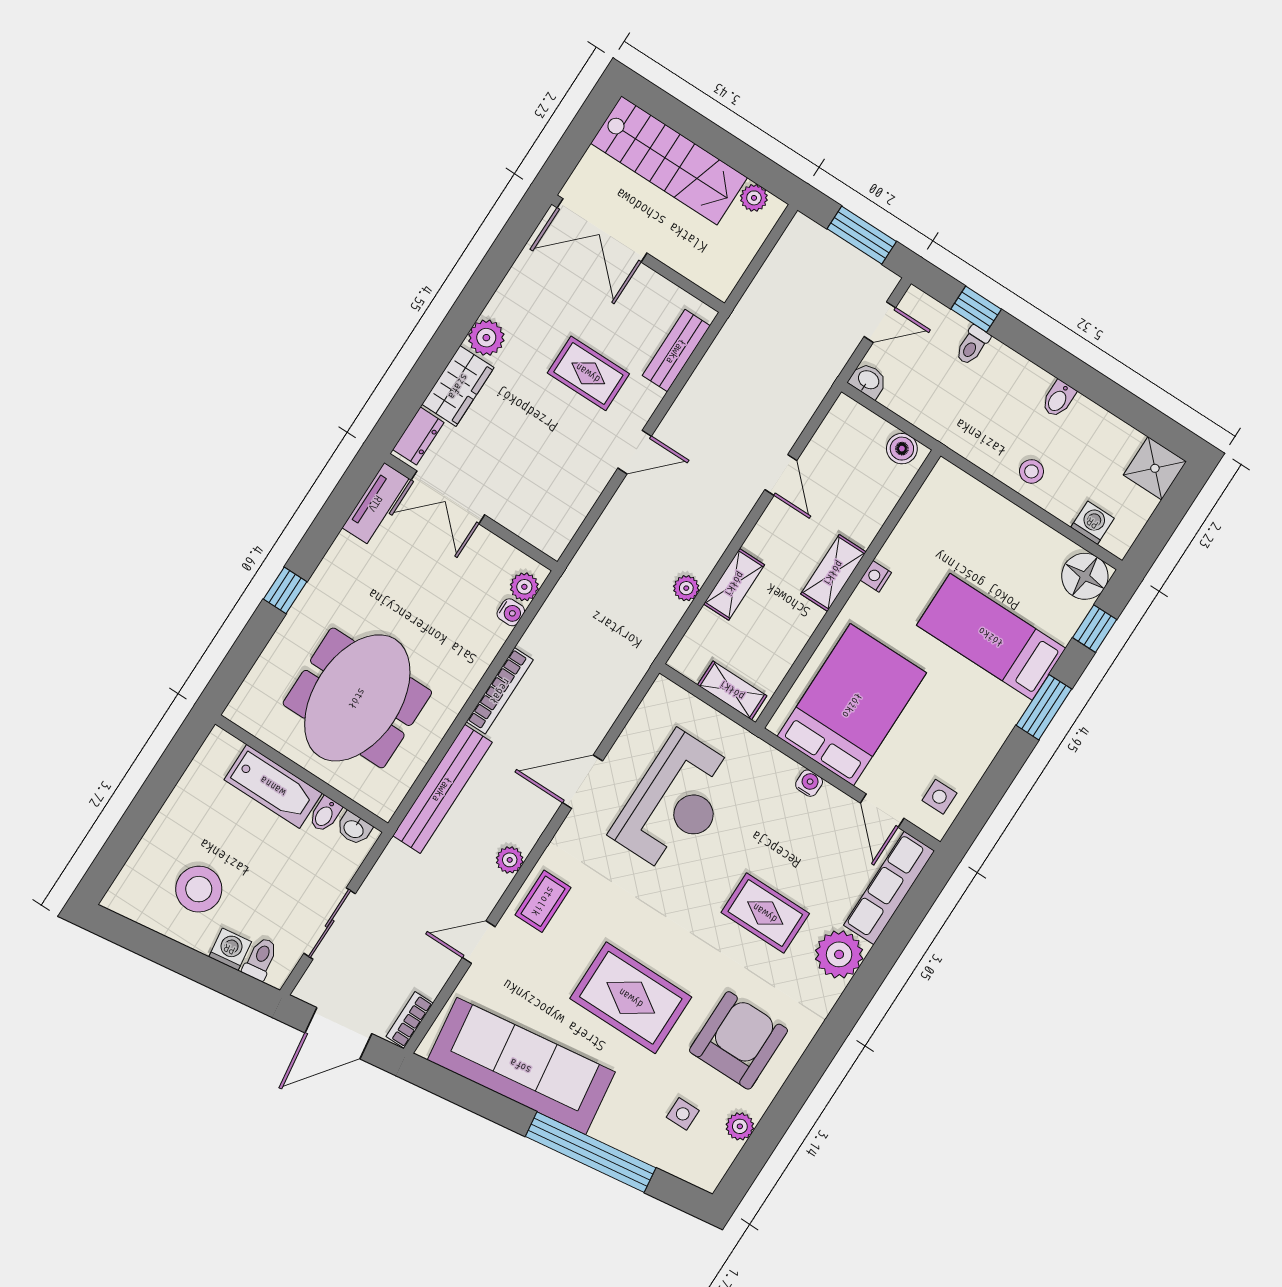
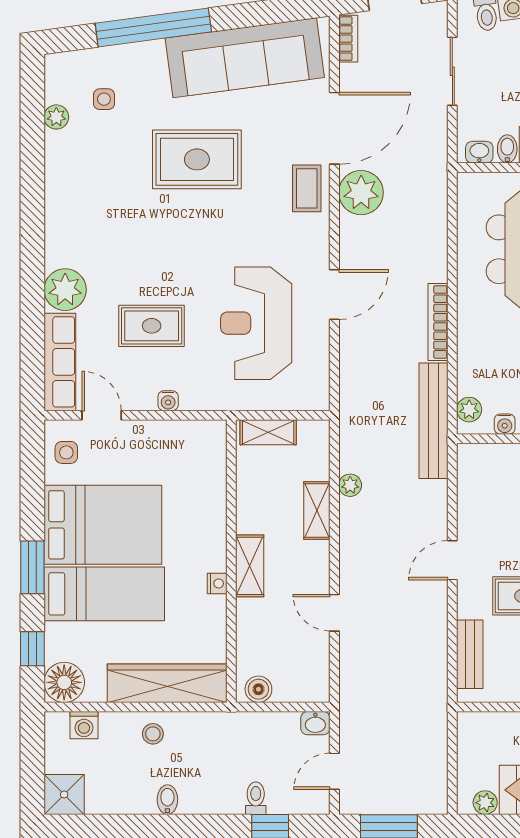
wardrobe: (986, 511) -> (167, 683), added
water cooler: (511, 612) -> (505, 424), moved, turned -90
bed: (852, 705) -> (103, 525), moved, turned -90
bench: (442, 789) -> (433, 421), moved
plant: (510, 860) -> (361, 193), width x1.87, depth x1.87
rug: (765, 913) -> (152, 326), moved
door: (479, 942) -> (334, 128), width x1.87
armchair: (739, 1040) -> (98, 179), removed

